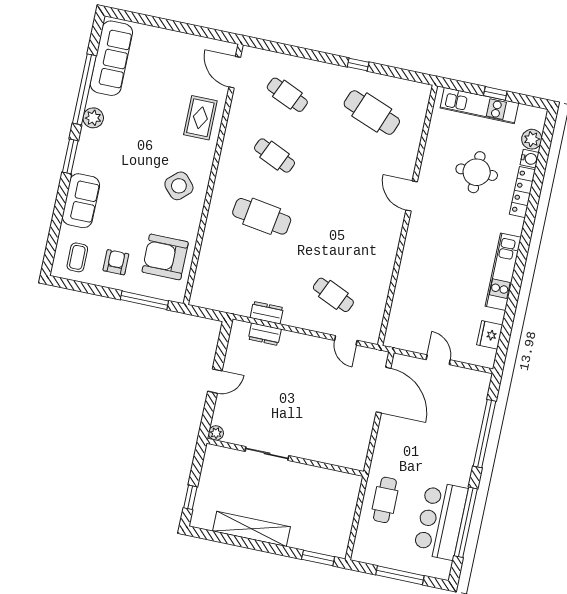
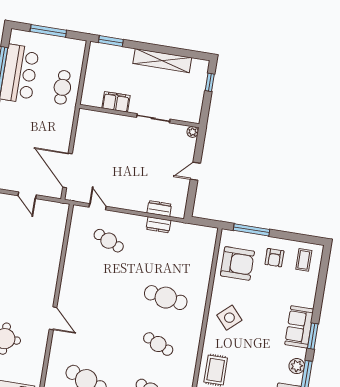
sofa: (81, 201) -> (299, 327), moved
filing cabinet: (315, 477) -> (116, 102), added

